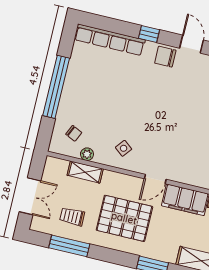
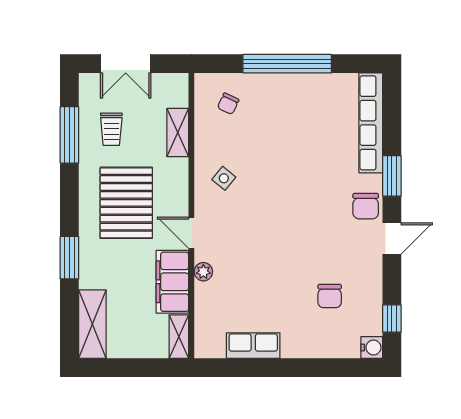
window: (149, 34) -> (392, 176), width x1.50
chair: (165, 57) -> (366, 206), turned 180
plant: (87, 154) -> (203, 272), moved
trolley: (72, 217) -> (111, 129), turned 180

